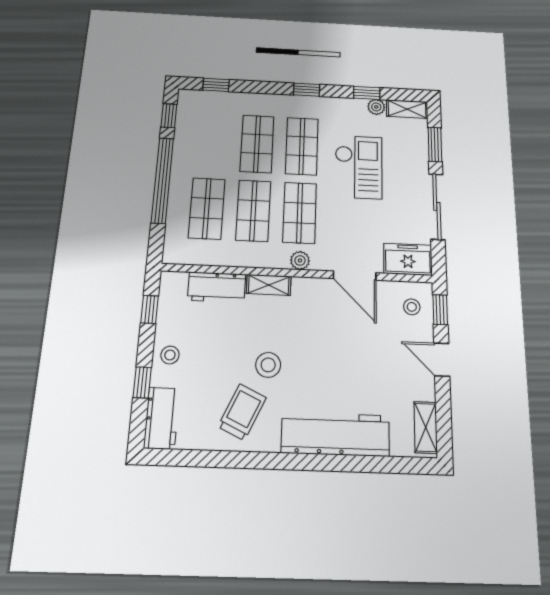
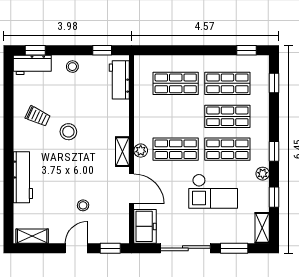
plant: (376, 107) -> (263, 174), moved
window: (162, 180) -> (195, 50), removed
shop shelf: (253, 211) -> (227, 83), moved
door: (355, 276) -> (132, 189), swing flipped
shelving: (269, 285) -> (122, 152), moved
workbench: (217, 287) -> (119, 80), moved
stool: (412, 307) -> (83, 205), moved
window: (142, 382) -> (35, 50), moved
trolley: (242, 412) -> (38, 116), width x0.73, depth x0.72
workbench: (336, 434) -> (23, 177), width x0.73, depth x0.76

